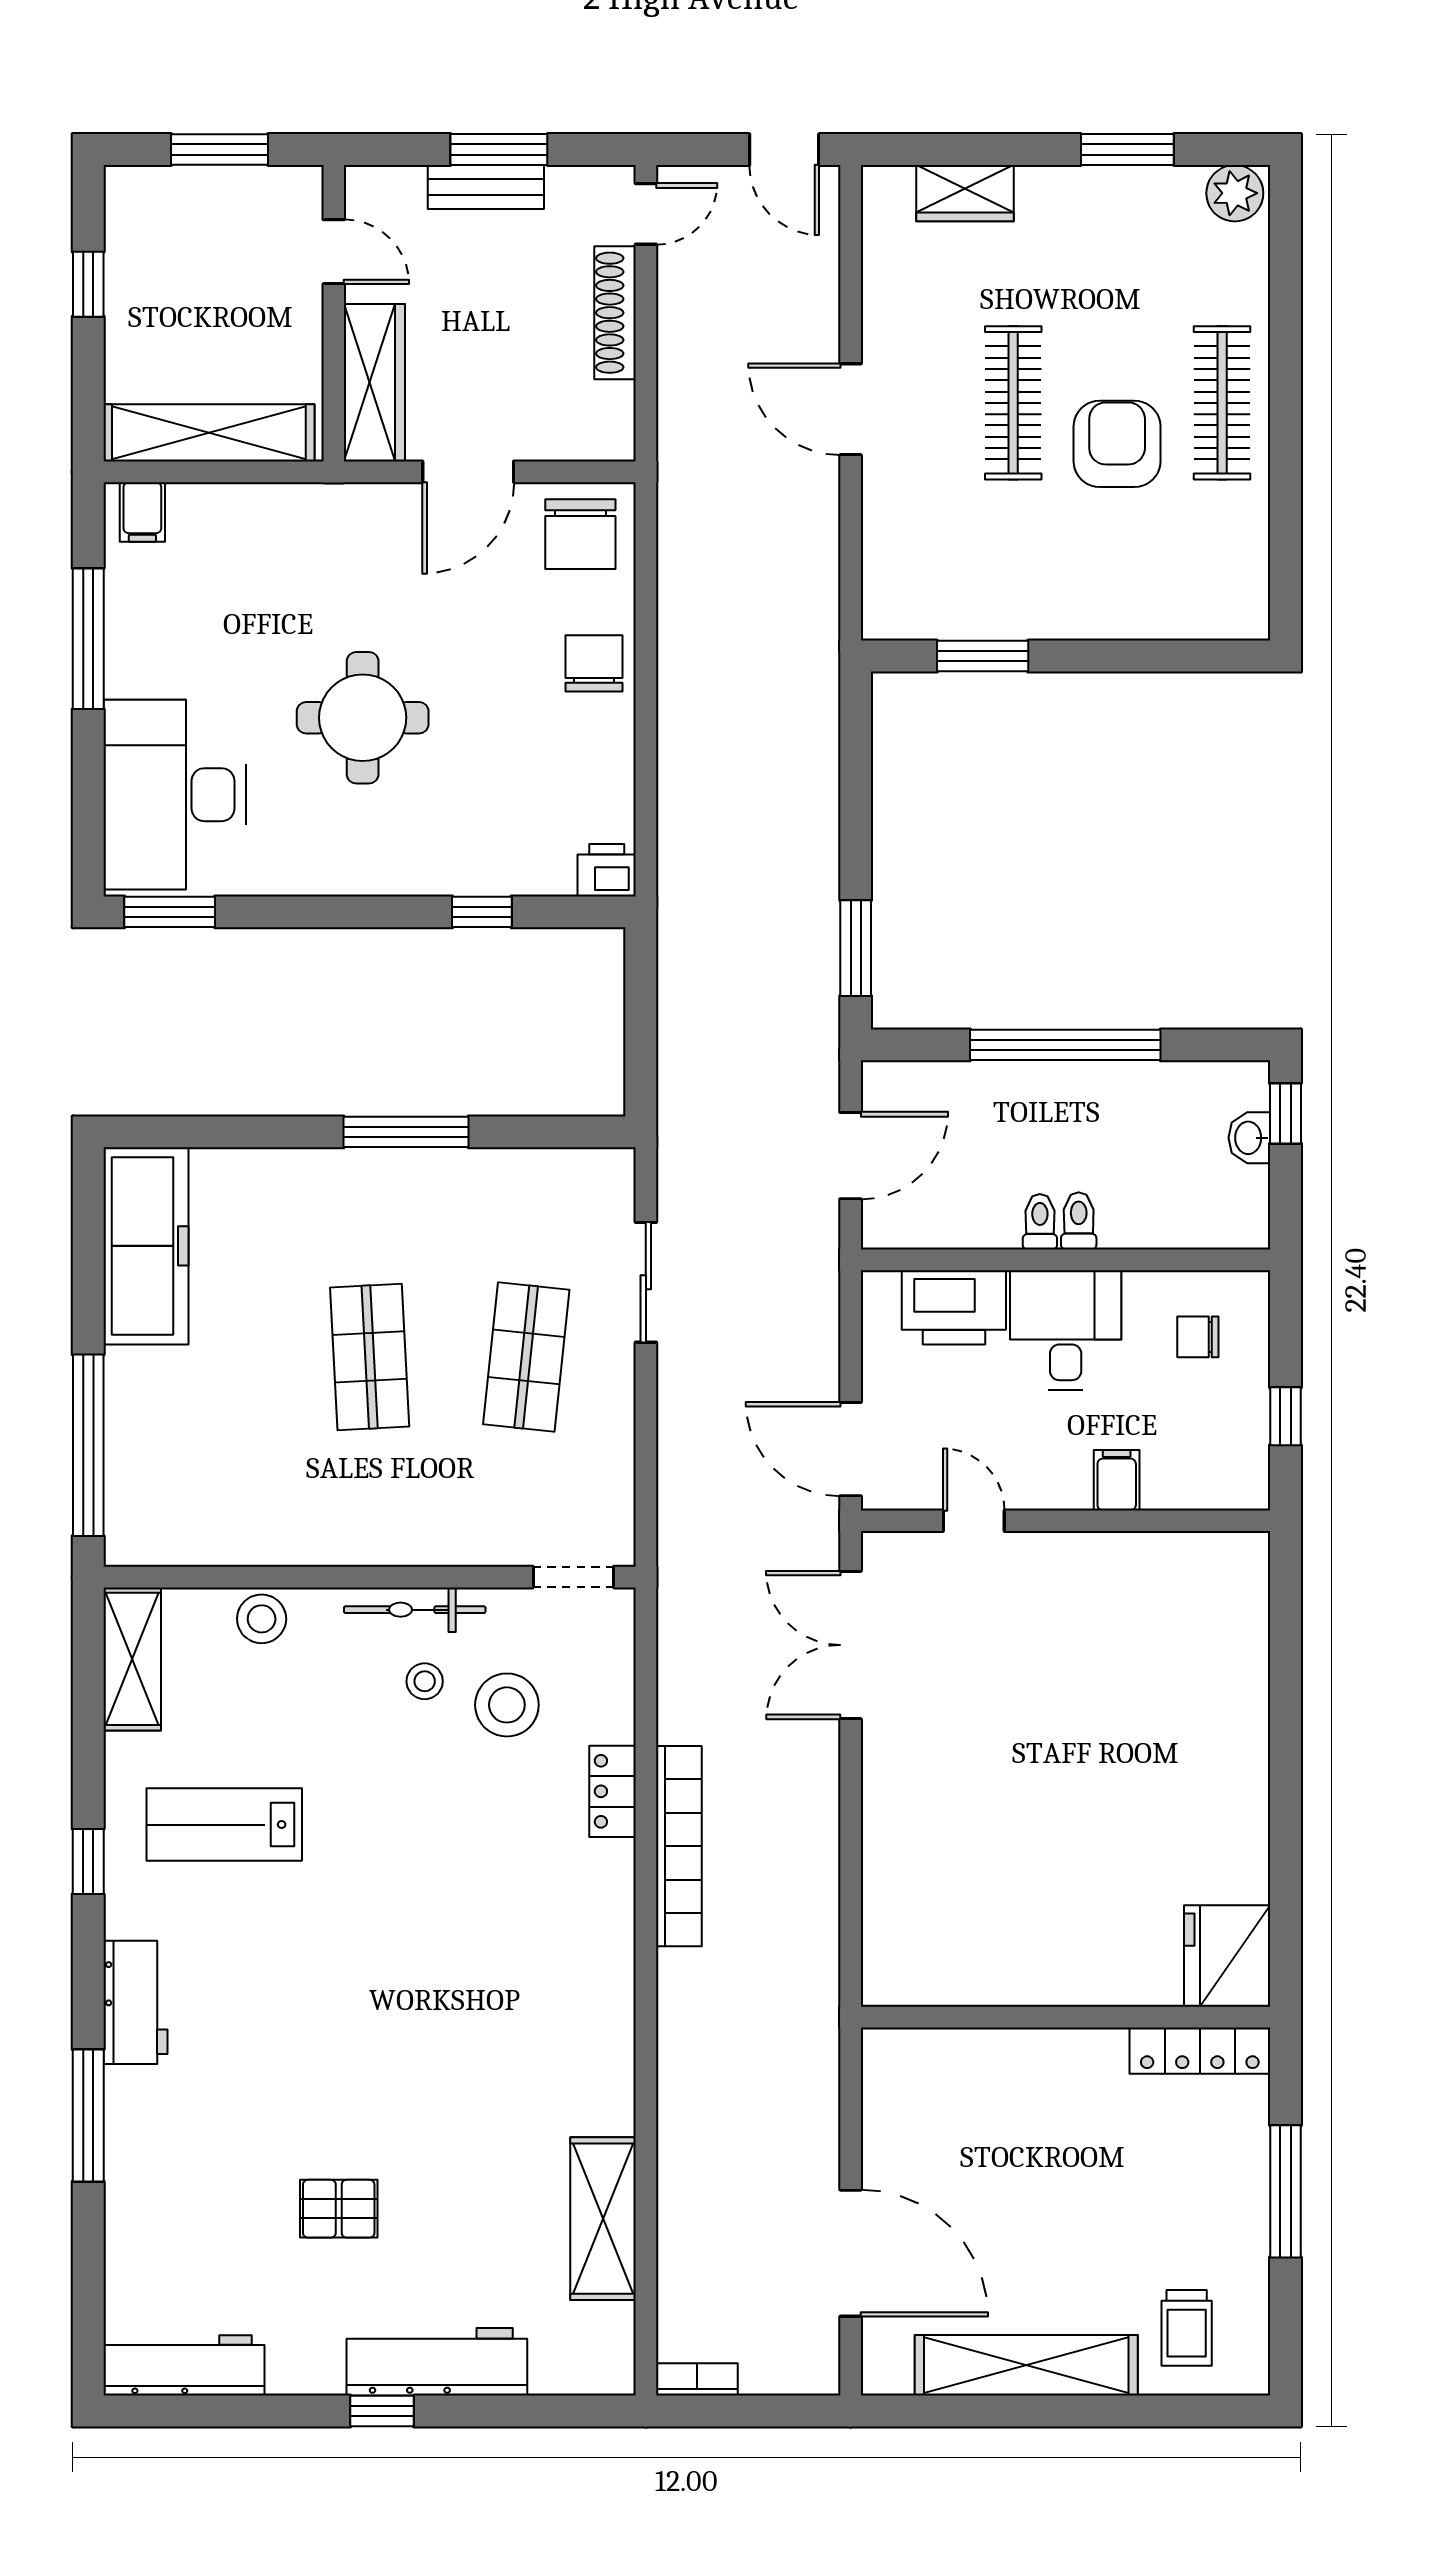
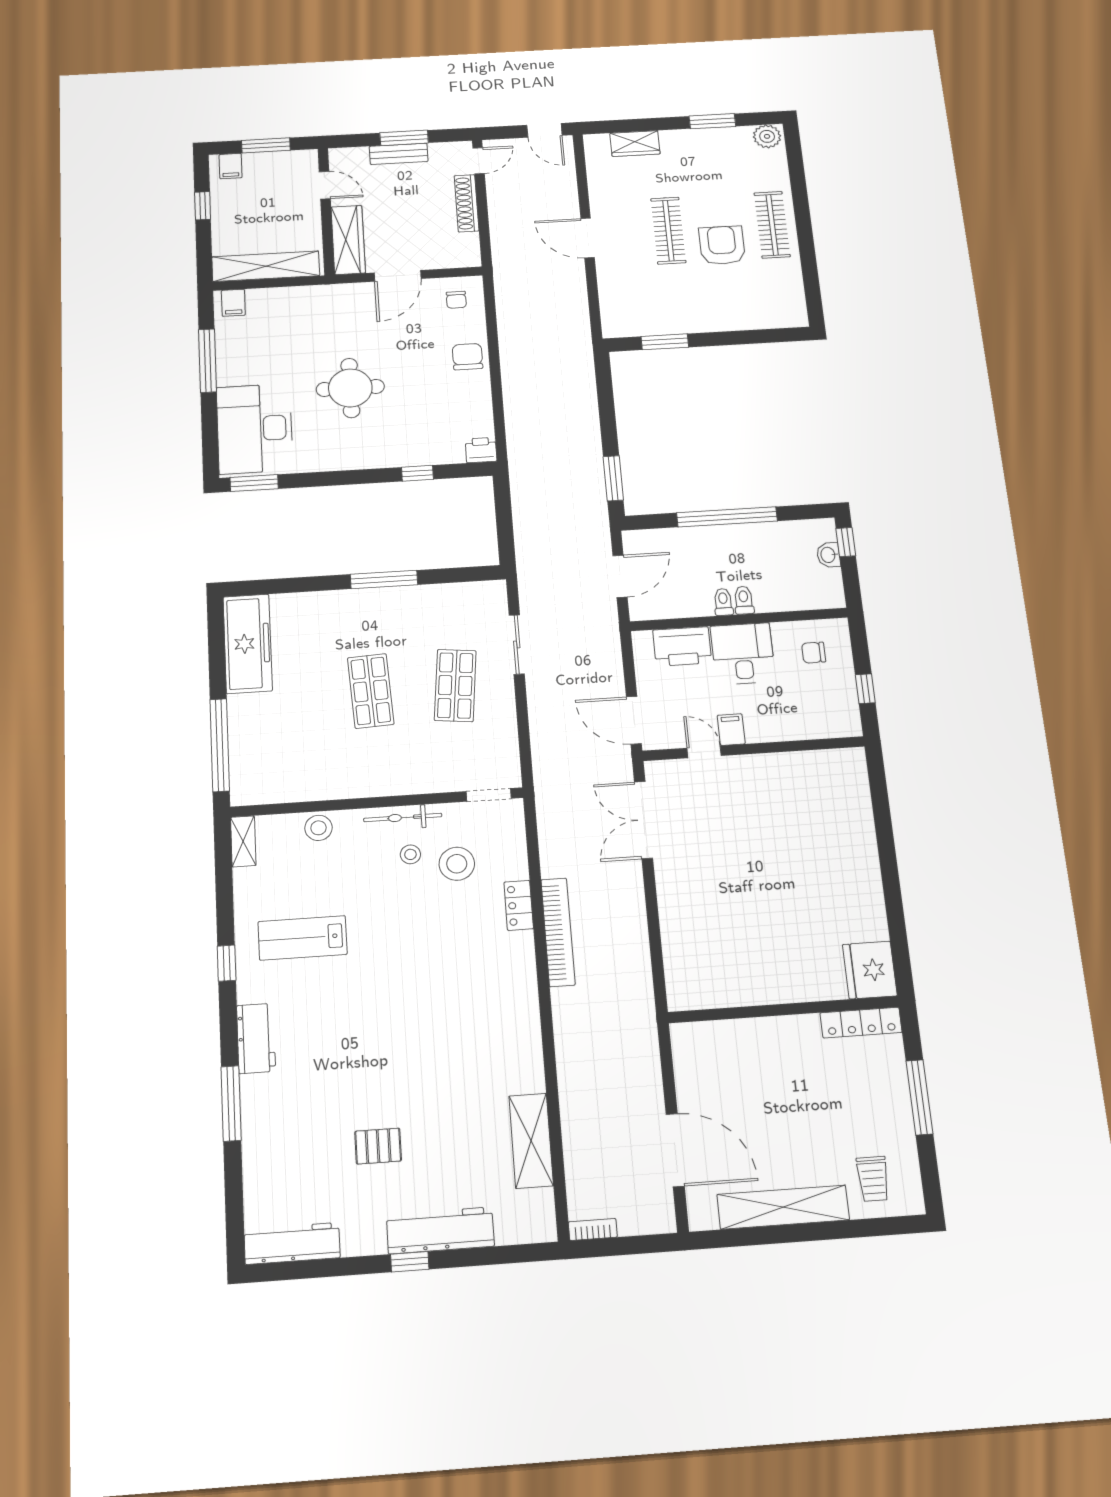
filing cabinet: (147, 194) -> (231, 166), added
chair: (580, 534) -> (456, 300), width x0.54, depth x0.54
filing cabinet: (1117, 1480) -> (731, 730), moved
shelving: (132, 1659) -> (243, 841), width x0.67, depth x0.75

